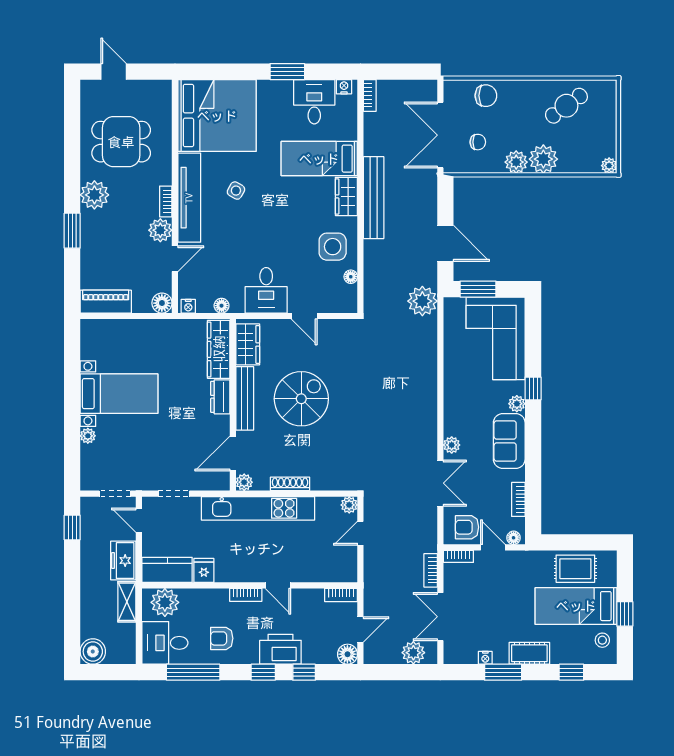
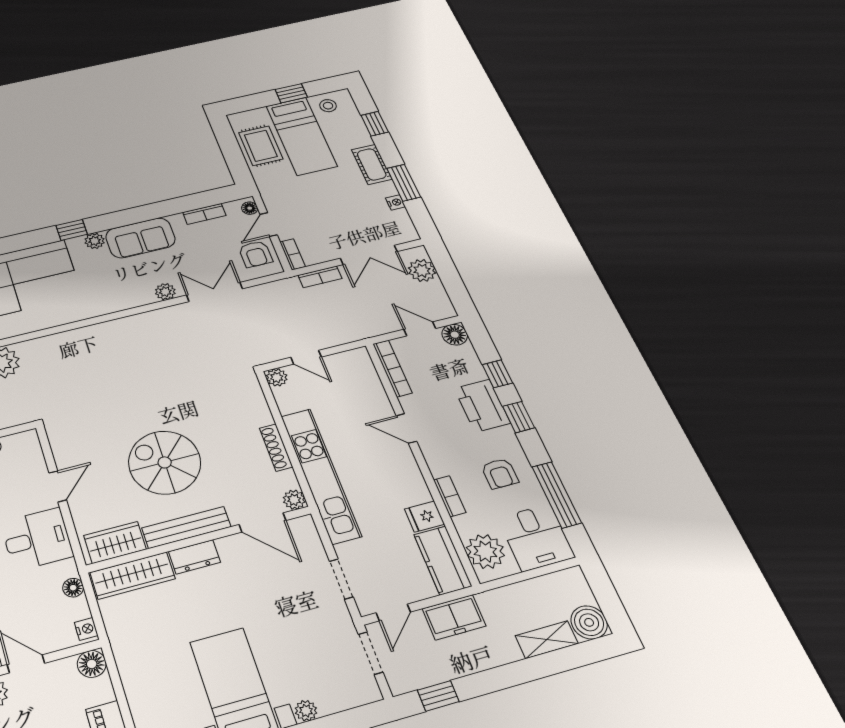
door: (278, 585) -> (406, 428), swing flipped
bookcase: (246, 595) -> (450, 496), moved
bookcase: (341, 595) -> (392, 368), width x1.56
shelving: (127, 602) -> (547, 640), moved

